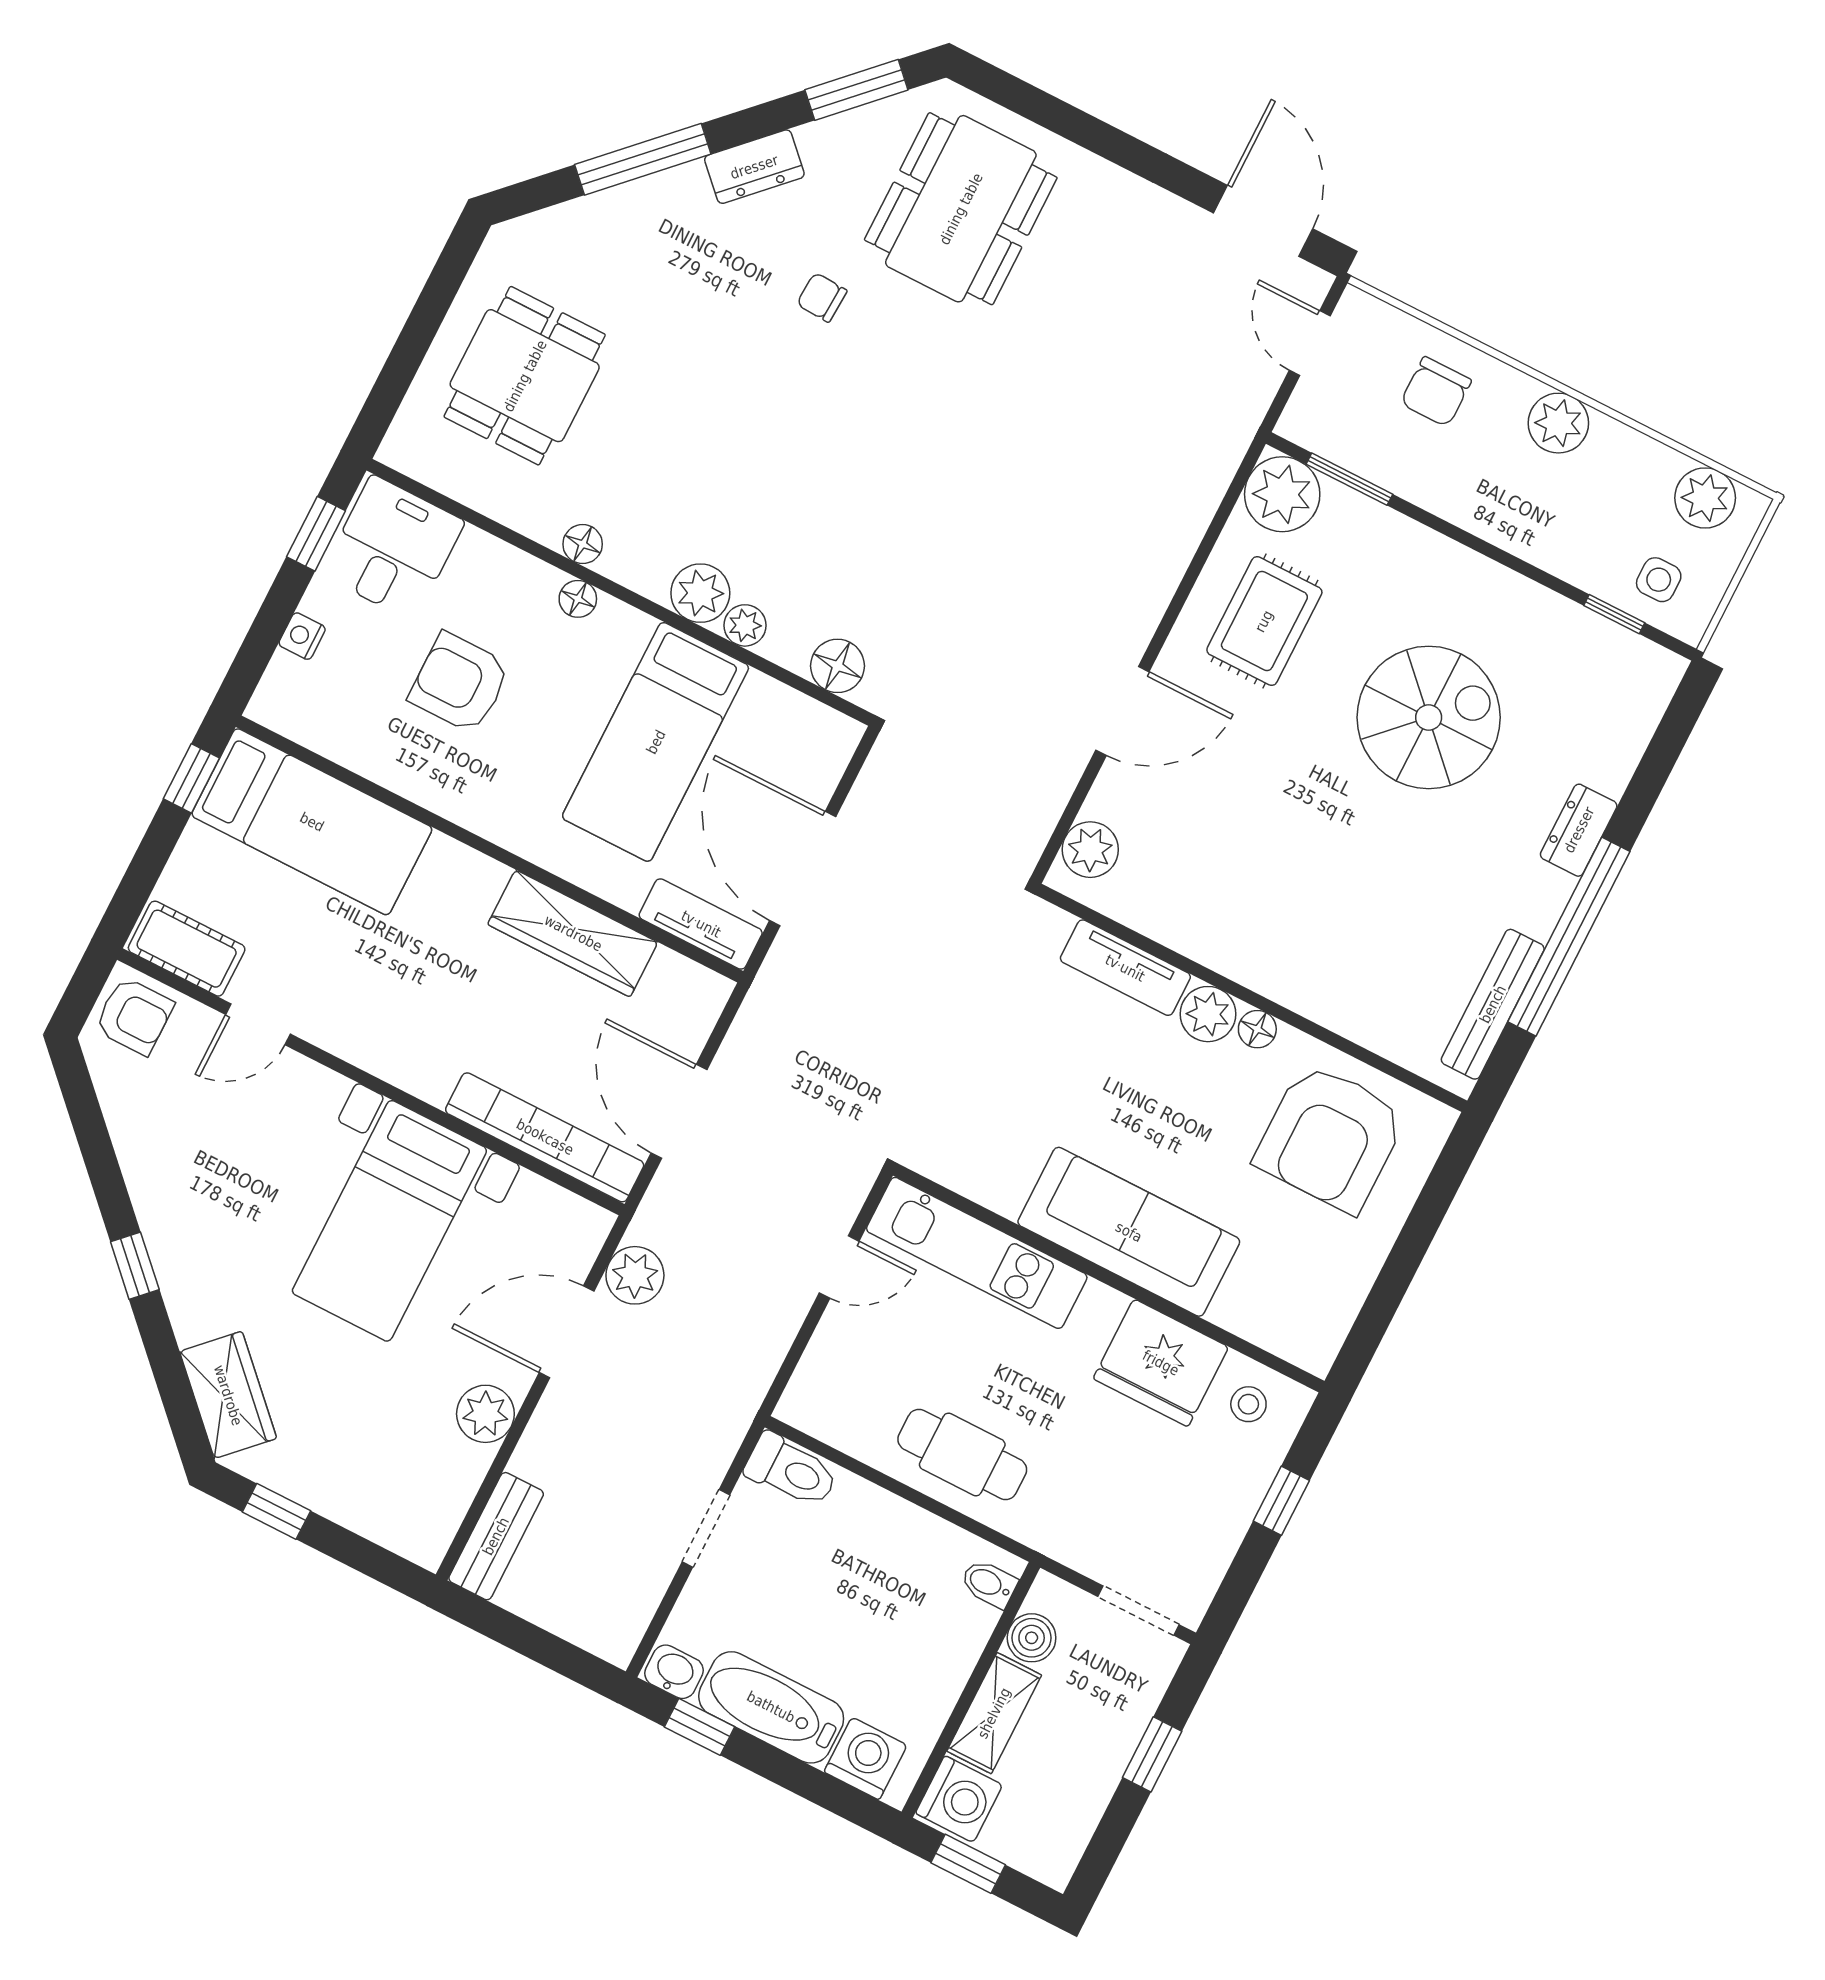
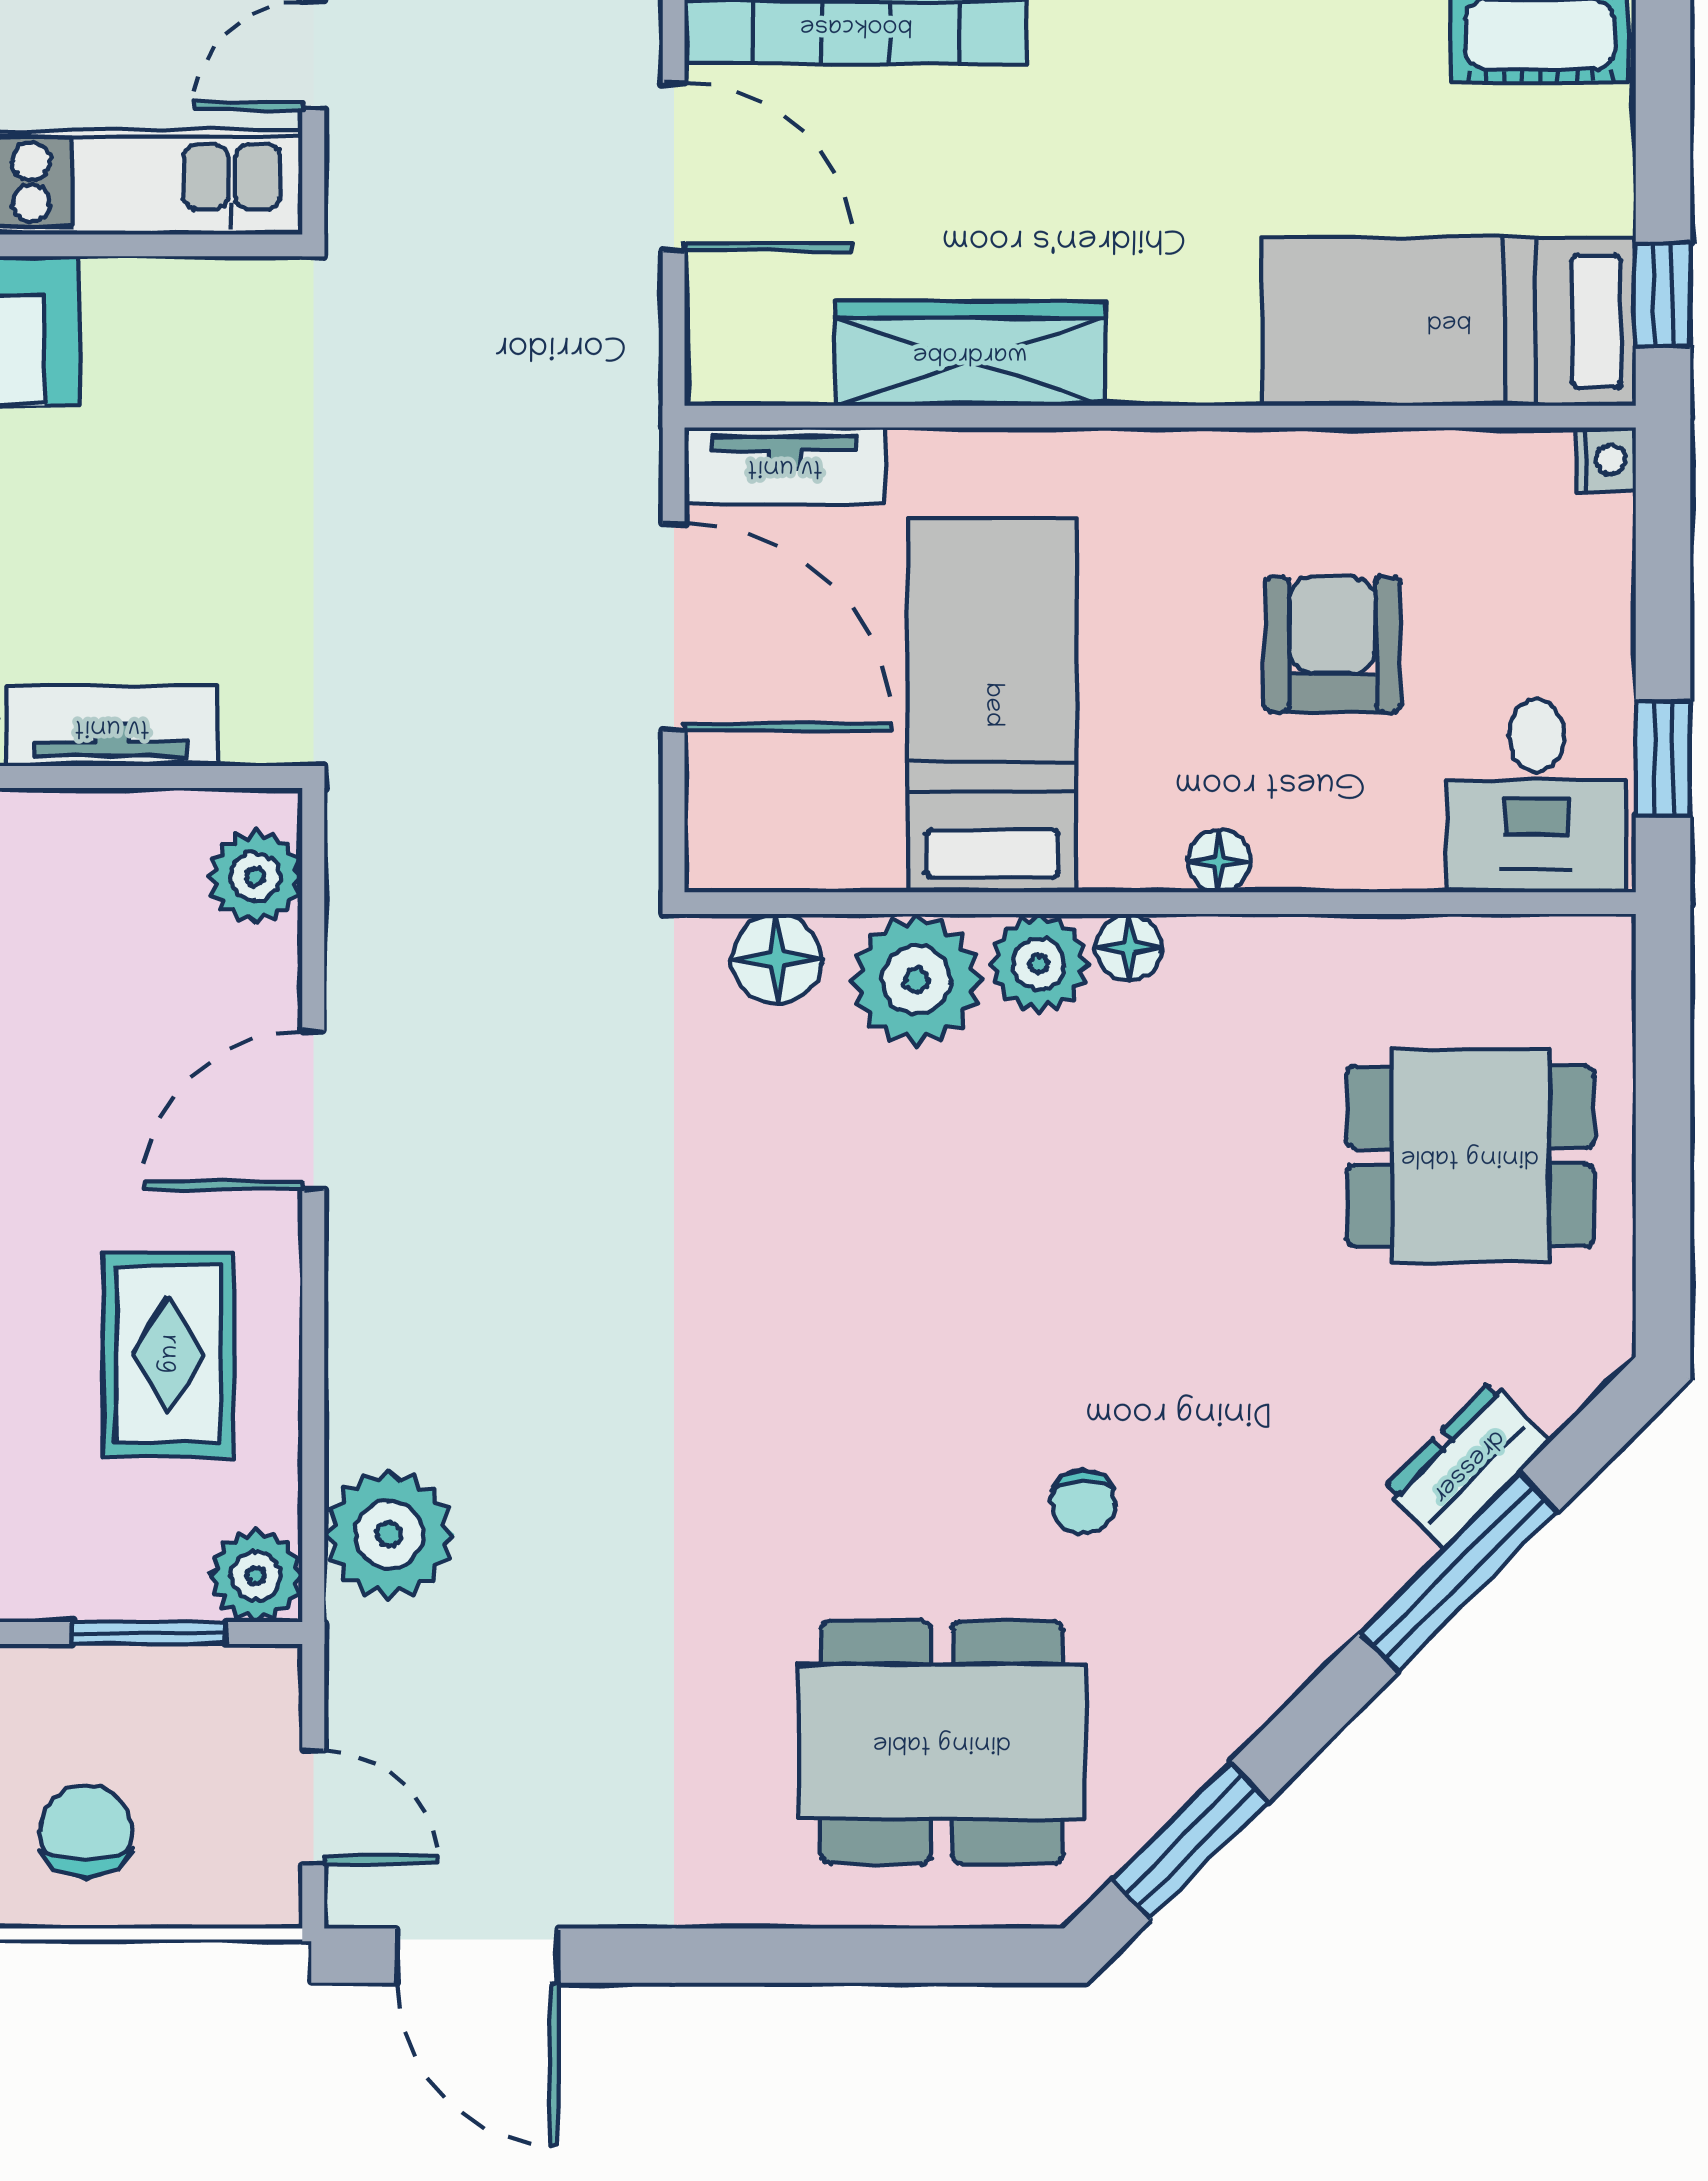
dresser: (754, 167) -> (1467, 1465), moved
dining table: (961, 209) -> (942, 1742), turned 90
chair: (822, 297) -> (1083, 1502), turned 87
dining table: (525, 376) -> (1470, 1156), turned 90
plant: (1196, 467) -> (389, 1534), added
plant: (1282, 494) -> (256, 1576), width x0.73, depth x0.73
floor lamp: (583, 544) -> (1129, 947), moved
plant: (745, 625) -> (916, 980), width x1.88, depth x1.88
nightstand: (302, 636) -> (1606, 460), moved
armchair: (460, 683) -> (1332, 644), turned -90

